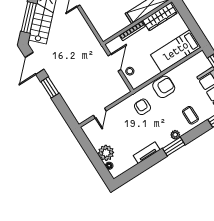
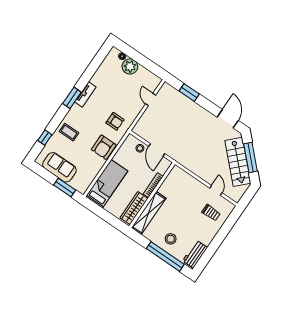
window: (50, 87) -> (189, 92), moved
plant: (175, 135) -> (75, 109), removed
tv unit: (147, 153) -> (85, 94), moved

